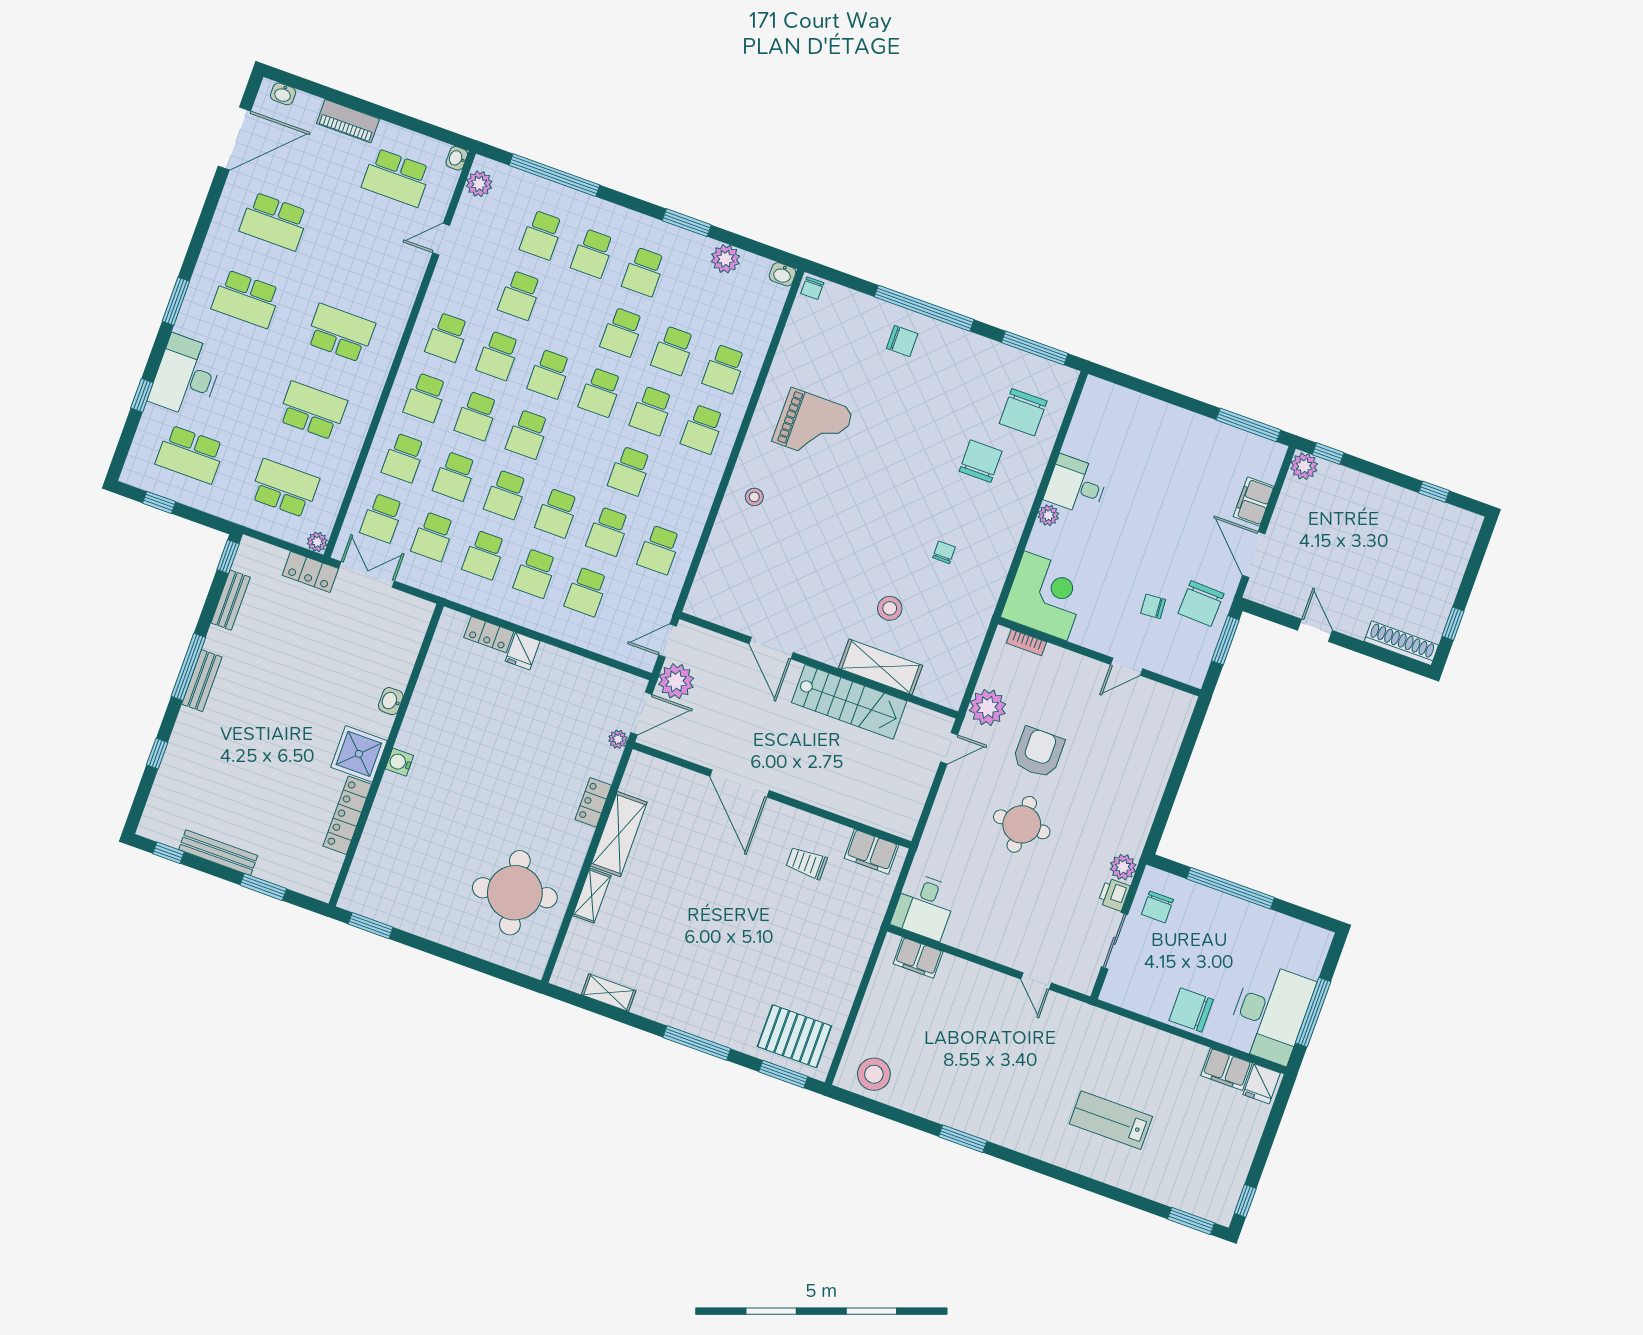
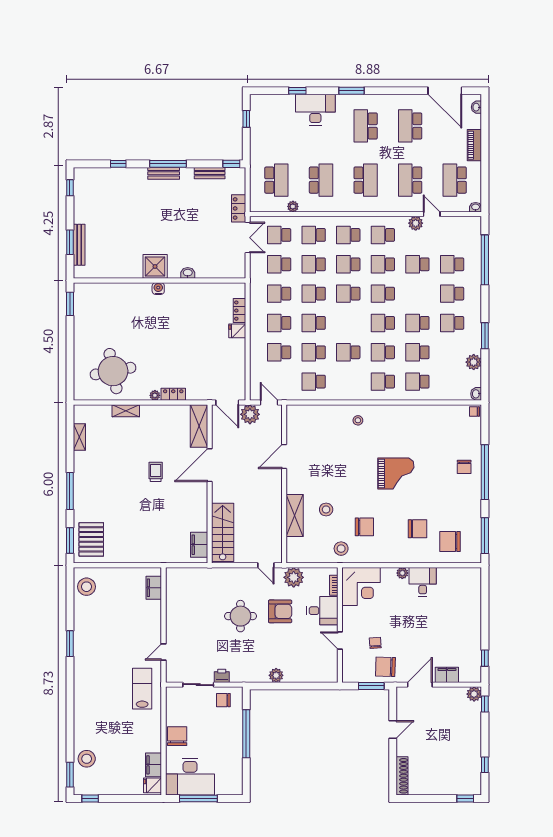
plant: (479, 184) -> (416, 223), moved
grand piano: (813, 425) -> (396, 474), moved, turned -90
window: (1248, 425) -> (485, 658), width x0.46
school desk: (190, 454) -> (410, 180), moved
plant: (317, 542) -> (293, 206), moved
chair: (944, 552) -> (364, 527), width x1.87, depth x1.87
stool: (967, 607) -> (341, 549), added
window: (1453, 624) -> (465, 798), moved
stairs: (849, 702) -> (223, 532), moved, turned 180
plant: (618, 739) -> (155, 395), moved
locker: (347, 815) -> (122, 272), removed
shelving: (619, 834) -> (199, 426), moved, turned 90
bench: (218, 853) -> (79, 245), moved
trolley: (807, 863) -> (156, 472), moved
plant: (1123, 867) -> (276, 675), moved
desk: (924, 906) -> (322, 611), moved, turned 180
lab bench: (1111, 1120) -> (142, 689), moved
stool: (1174, 1182) -> (87, 759), added

